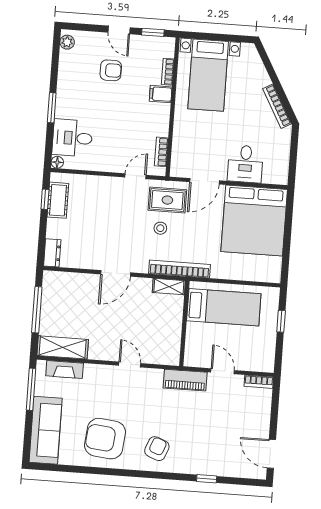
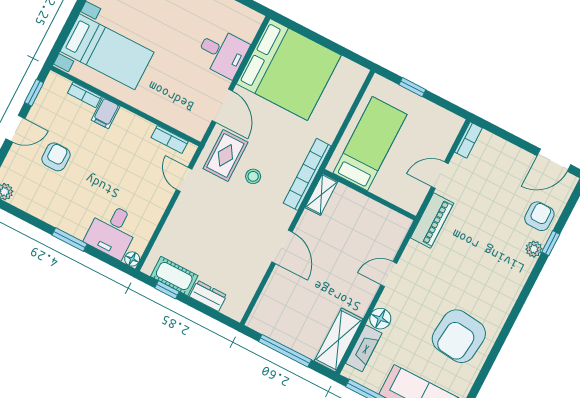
dresser: (52, 253) -> (208, 296), moved
floor lamp: (93, 373) -> (380, 319), added
armchair: (157, 449) -> (539, 216), moved, turned 69
plant: (197, 468) -> (534, 249), added

